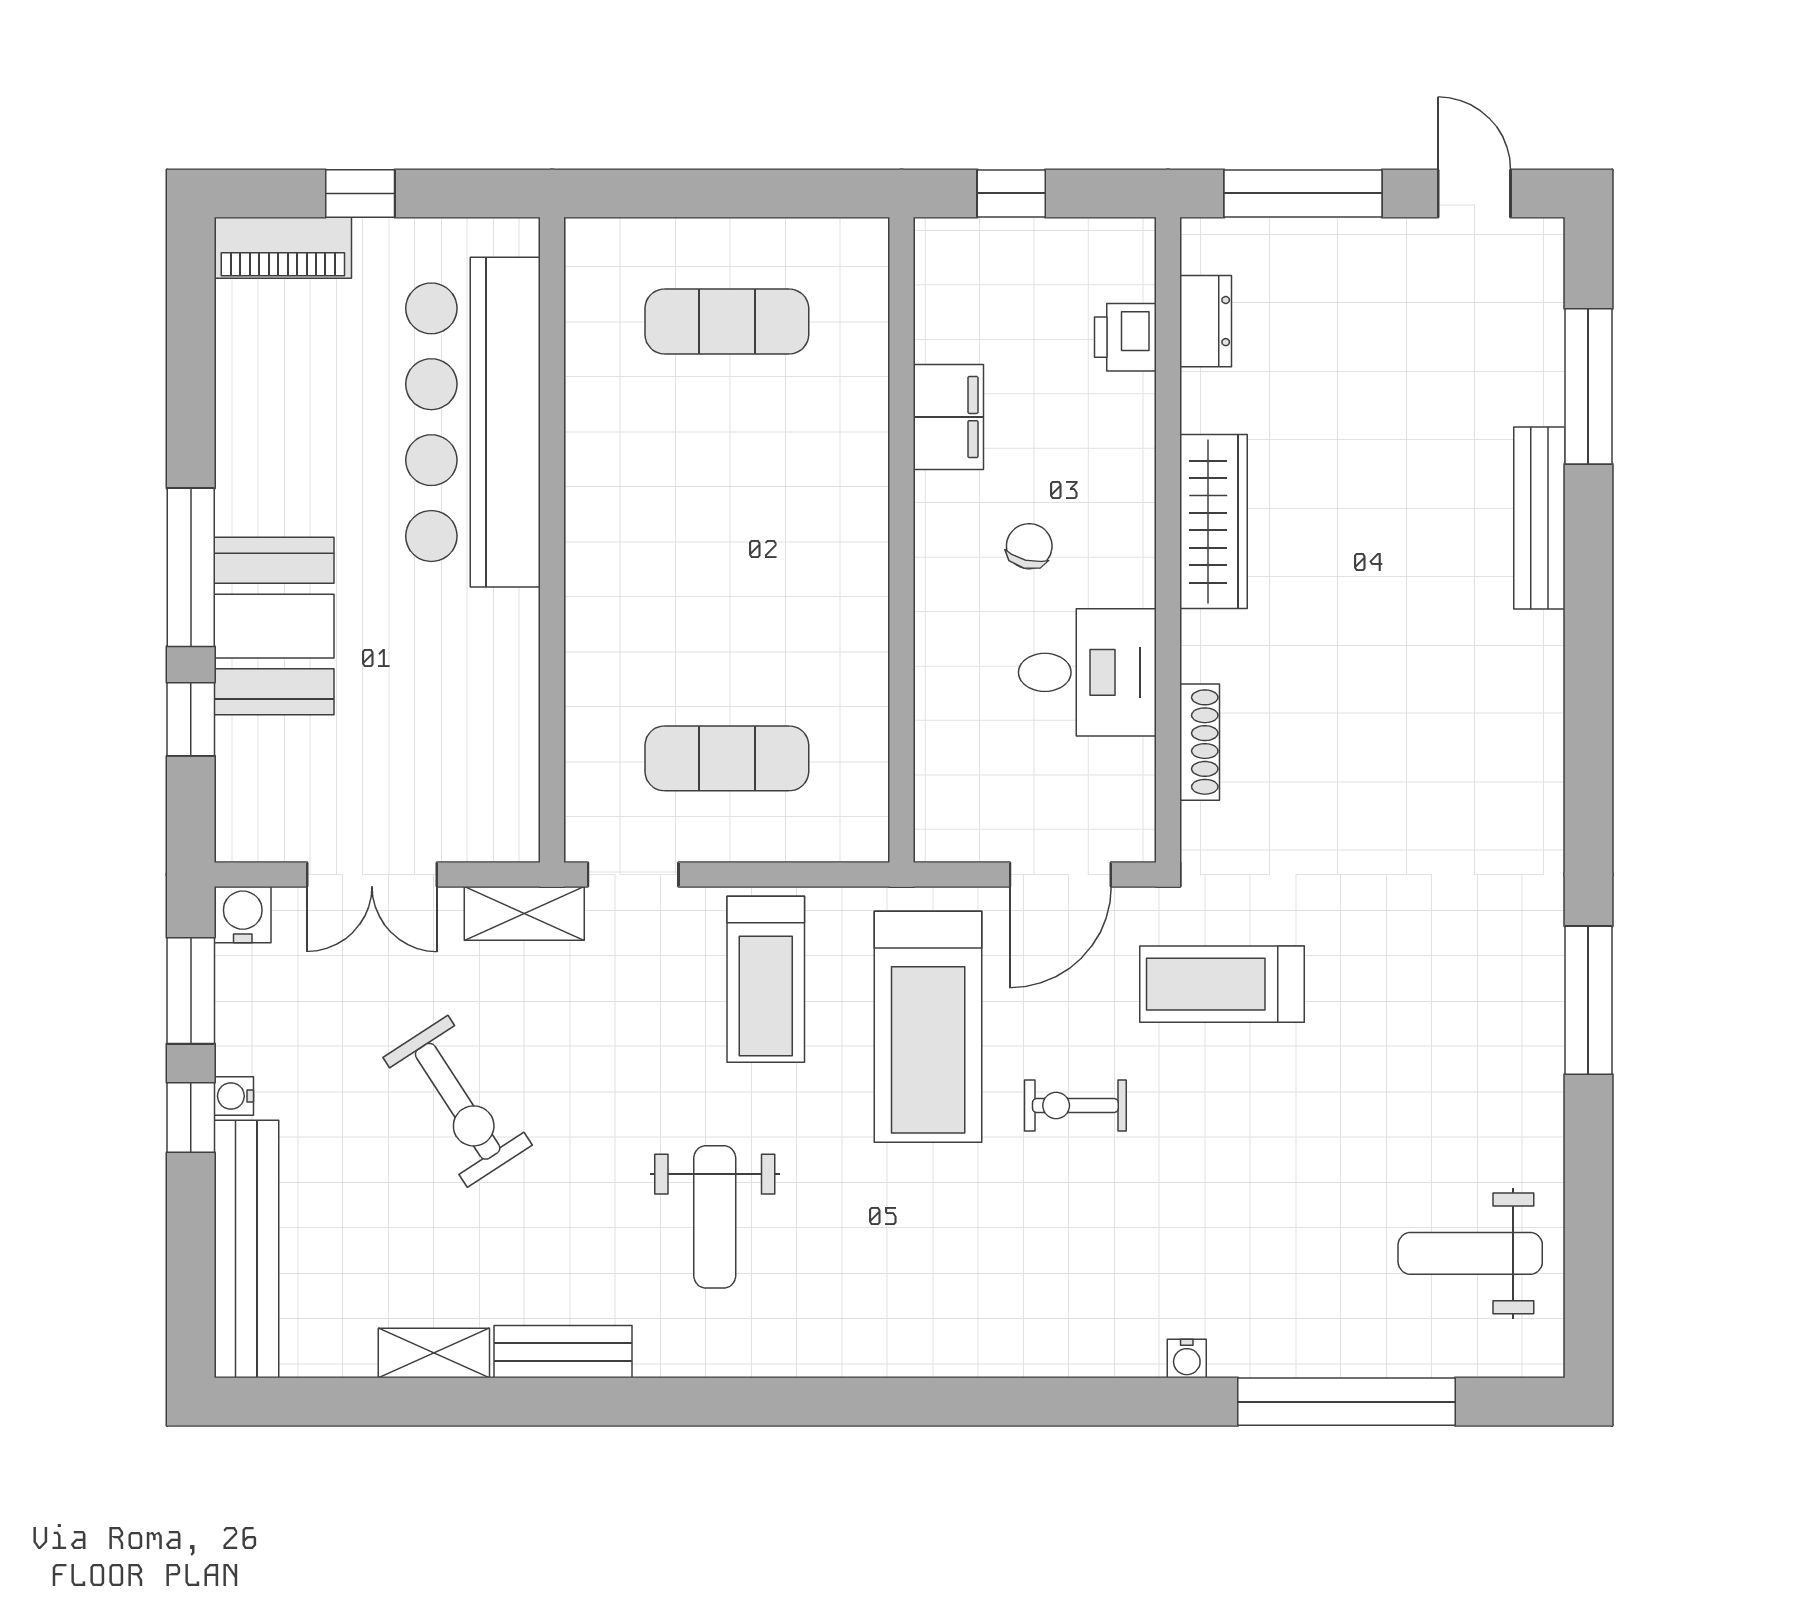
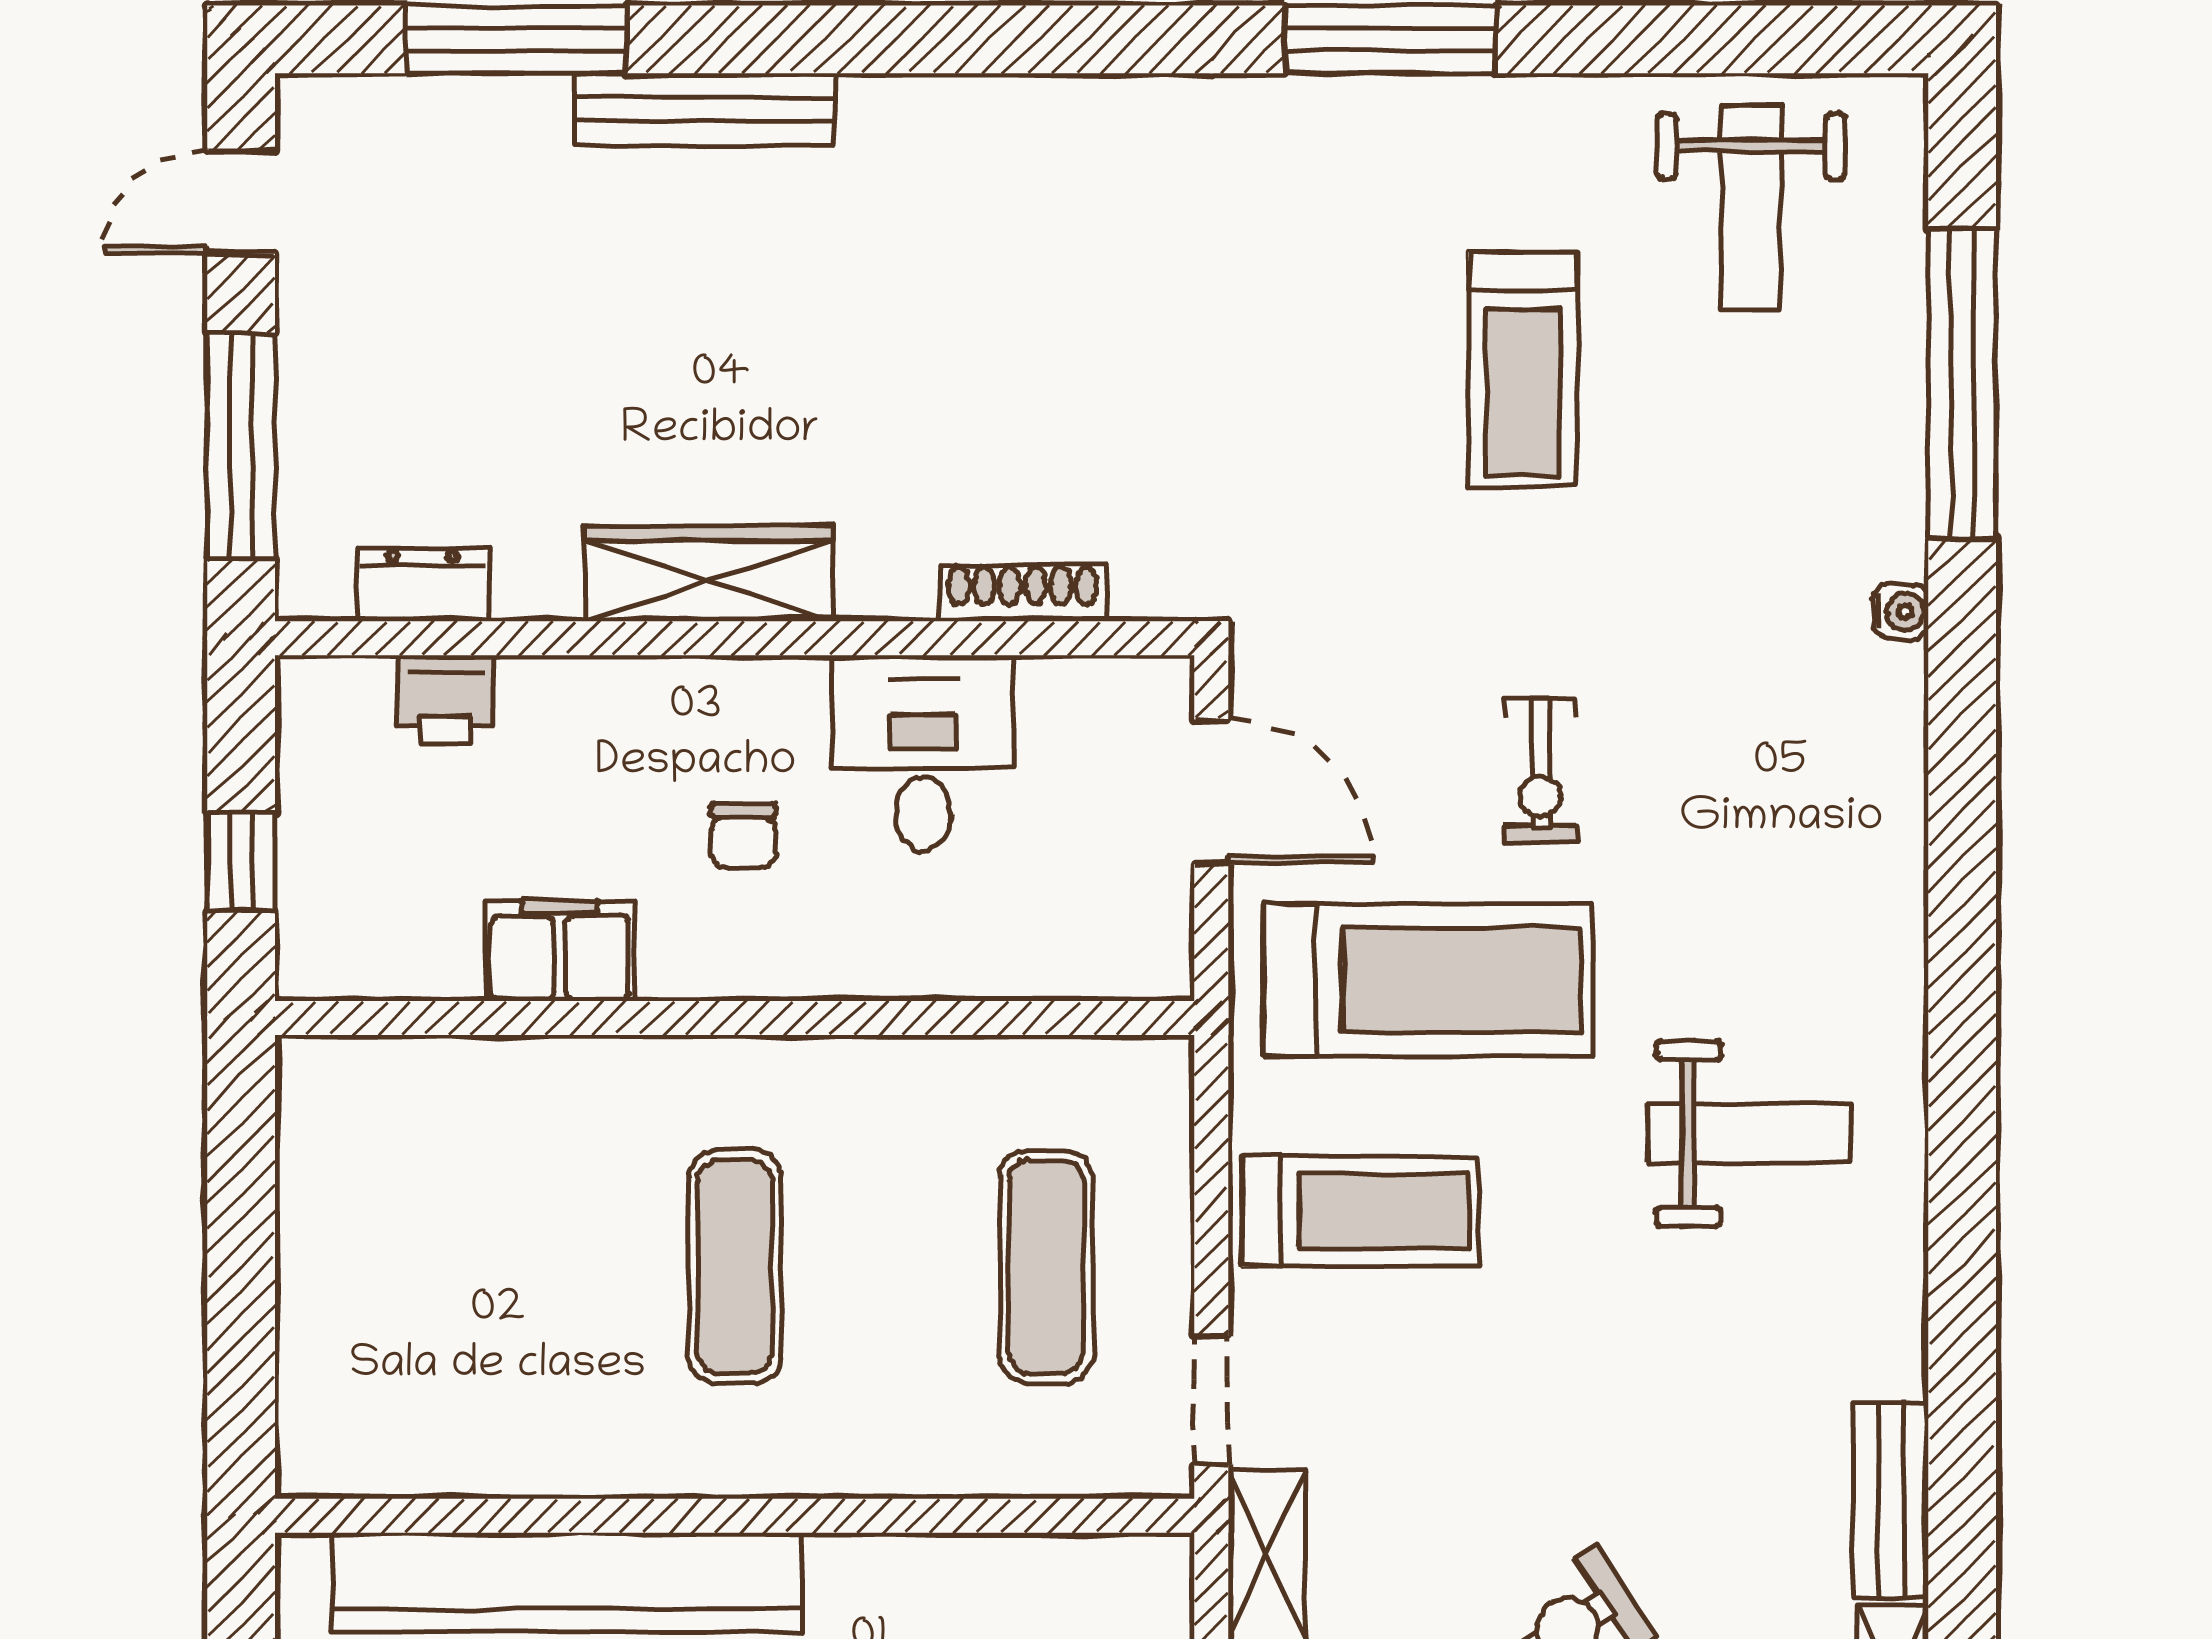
exercise mat: (727, 321) -> (735, 1267), moved
chair: (1029, 546) -> (744, 836), turned -104
treadmill: (1222, 984) -> (1523, 369), moved
weight bench: (715, 1217) -> (1749, 1133), moved

